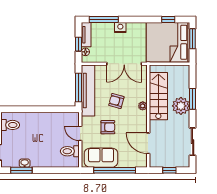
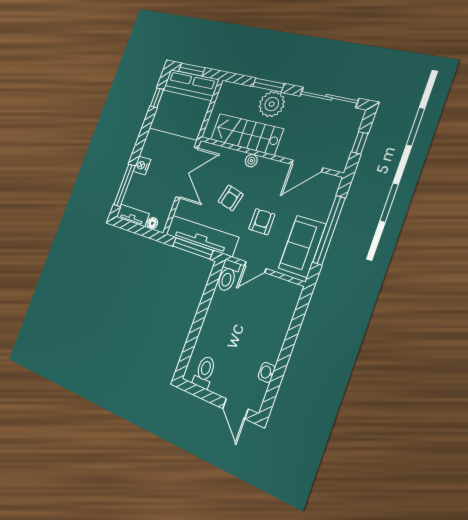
window: (79, 44) -> (140, 230), removed
sliding door: (193, 142) -> (329, 97), width x1.37
toilet: (70, 151) -> (228, 276), moved
window: (21, 170) -> (275, 382), removed

